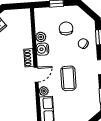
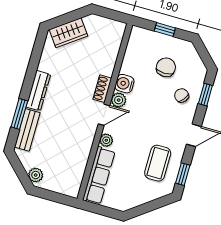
plant: (41, 37) -> (119, 100), moved
coffee table: (68, 78) -> (158, 163), moved

